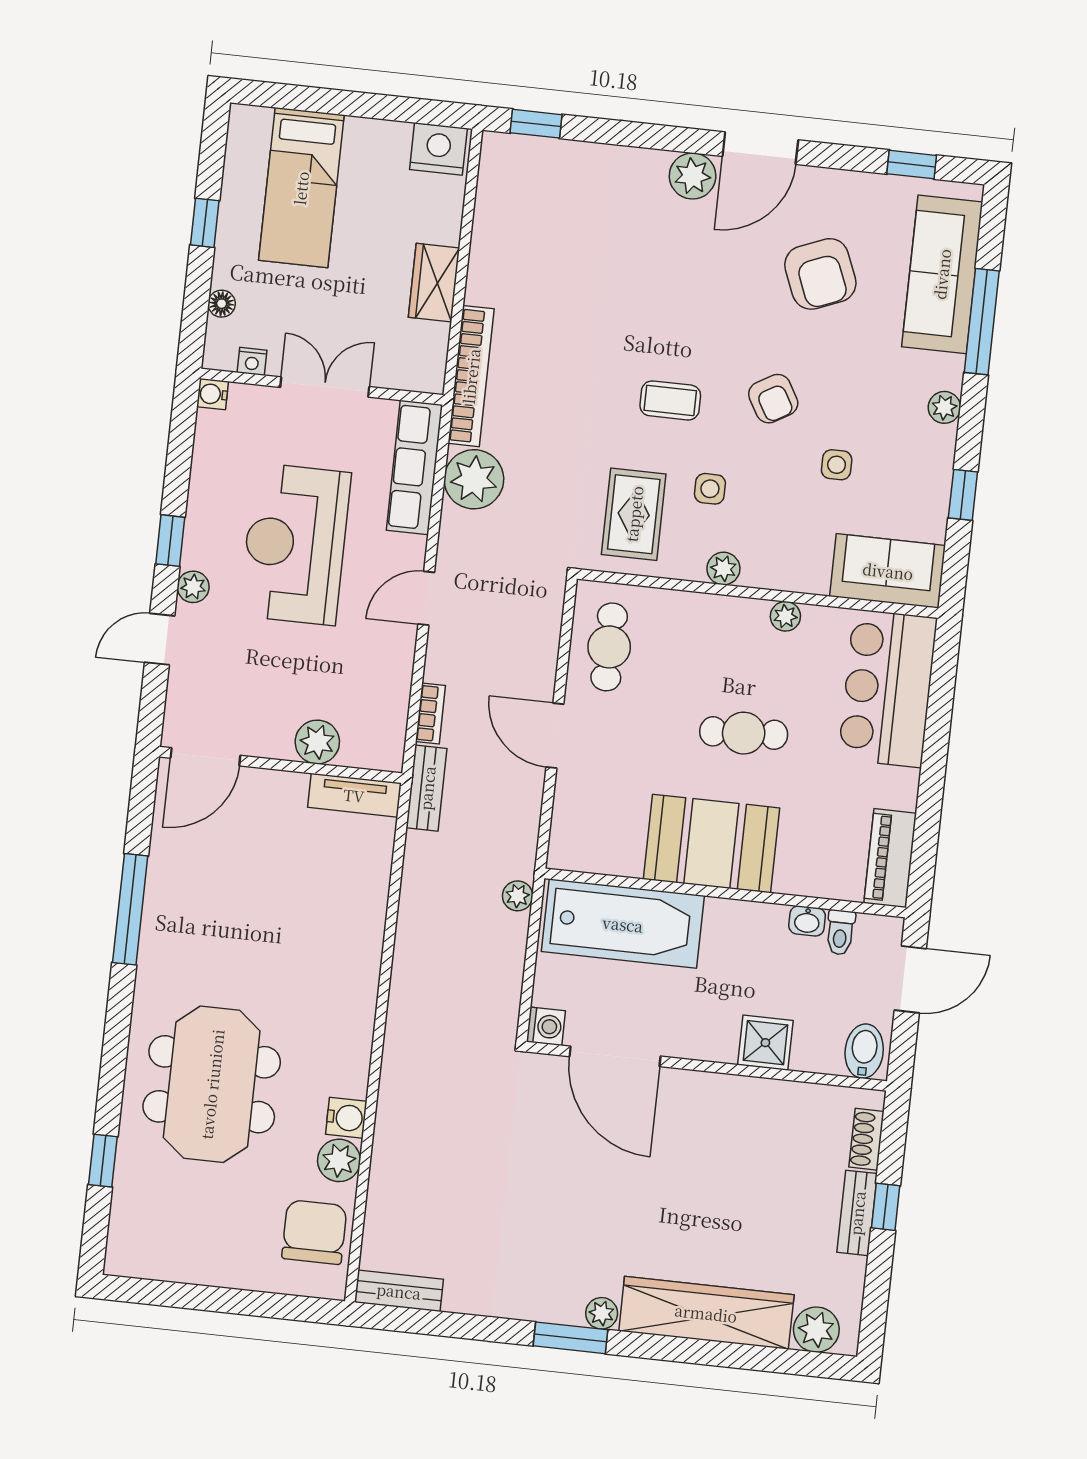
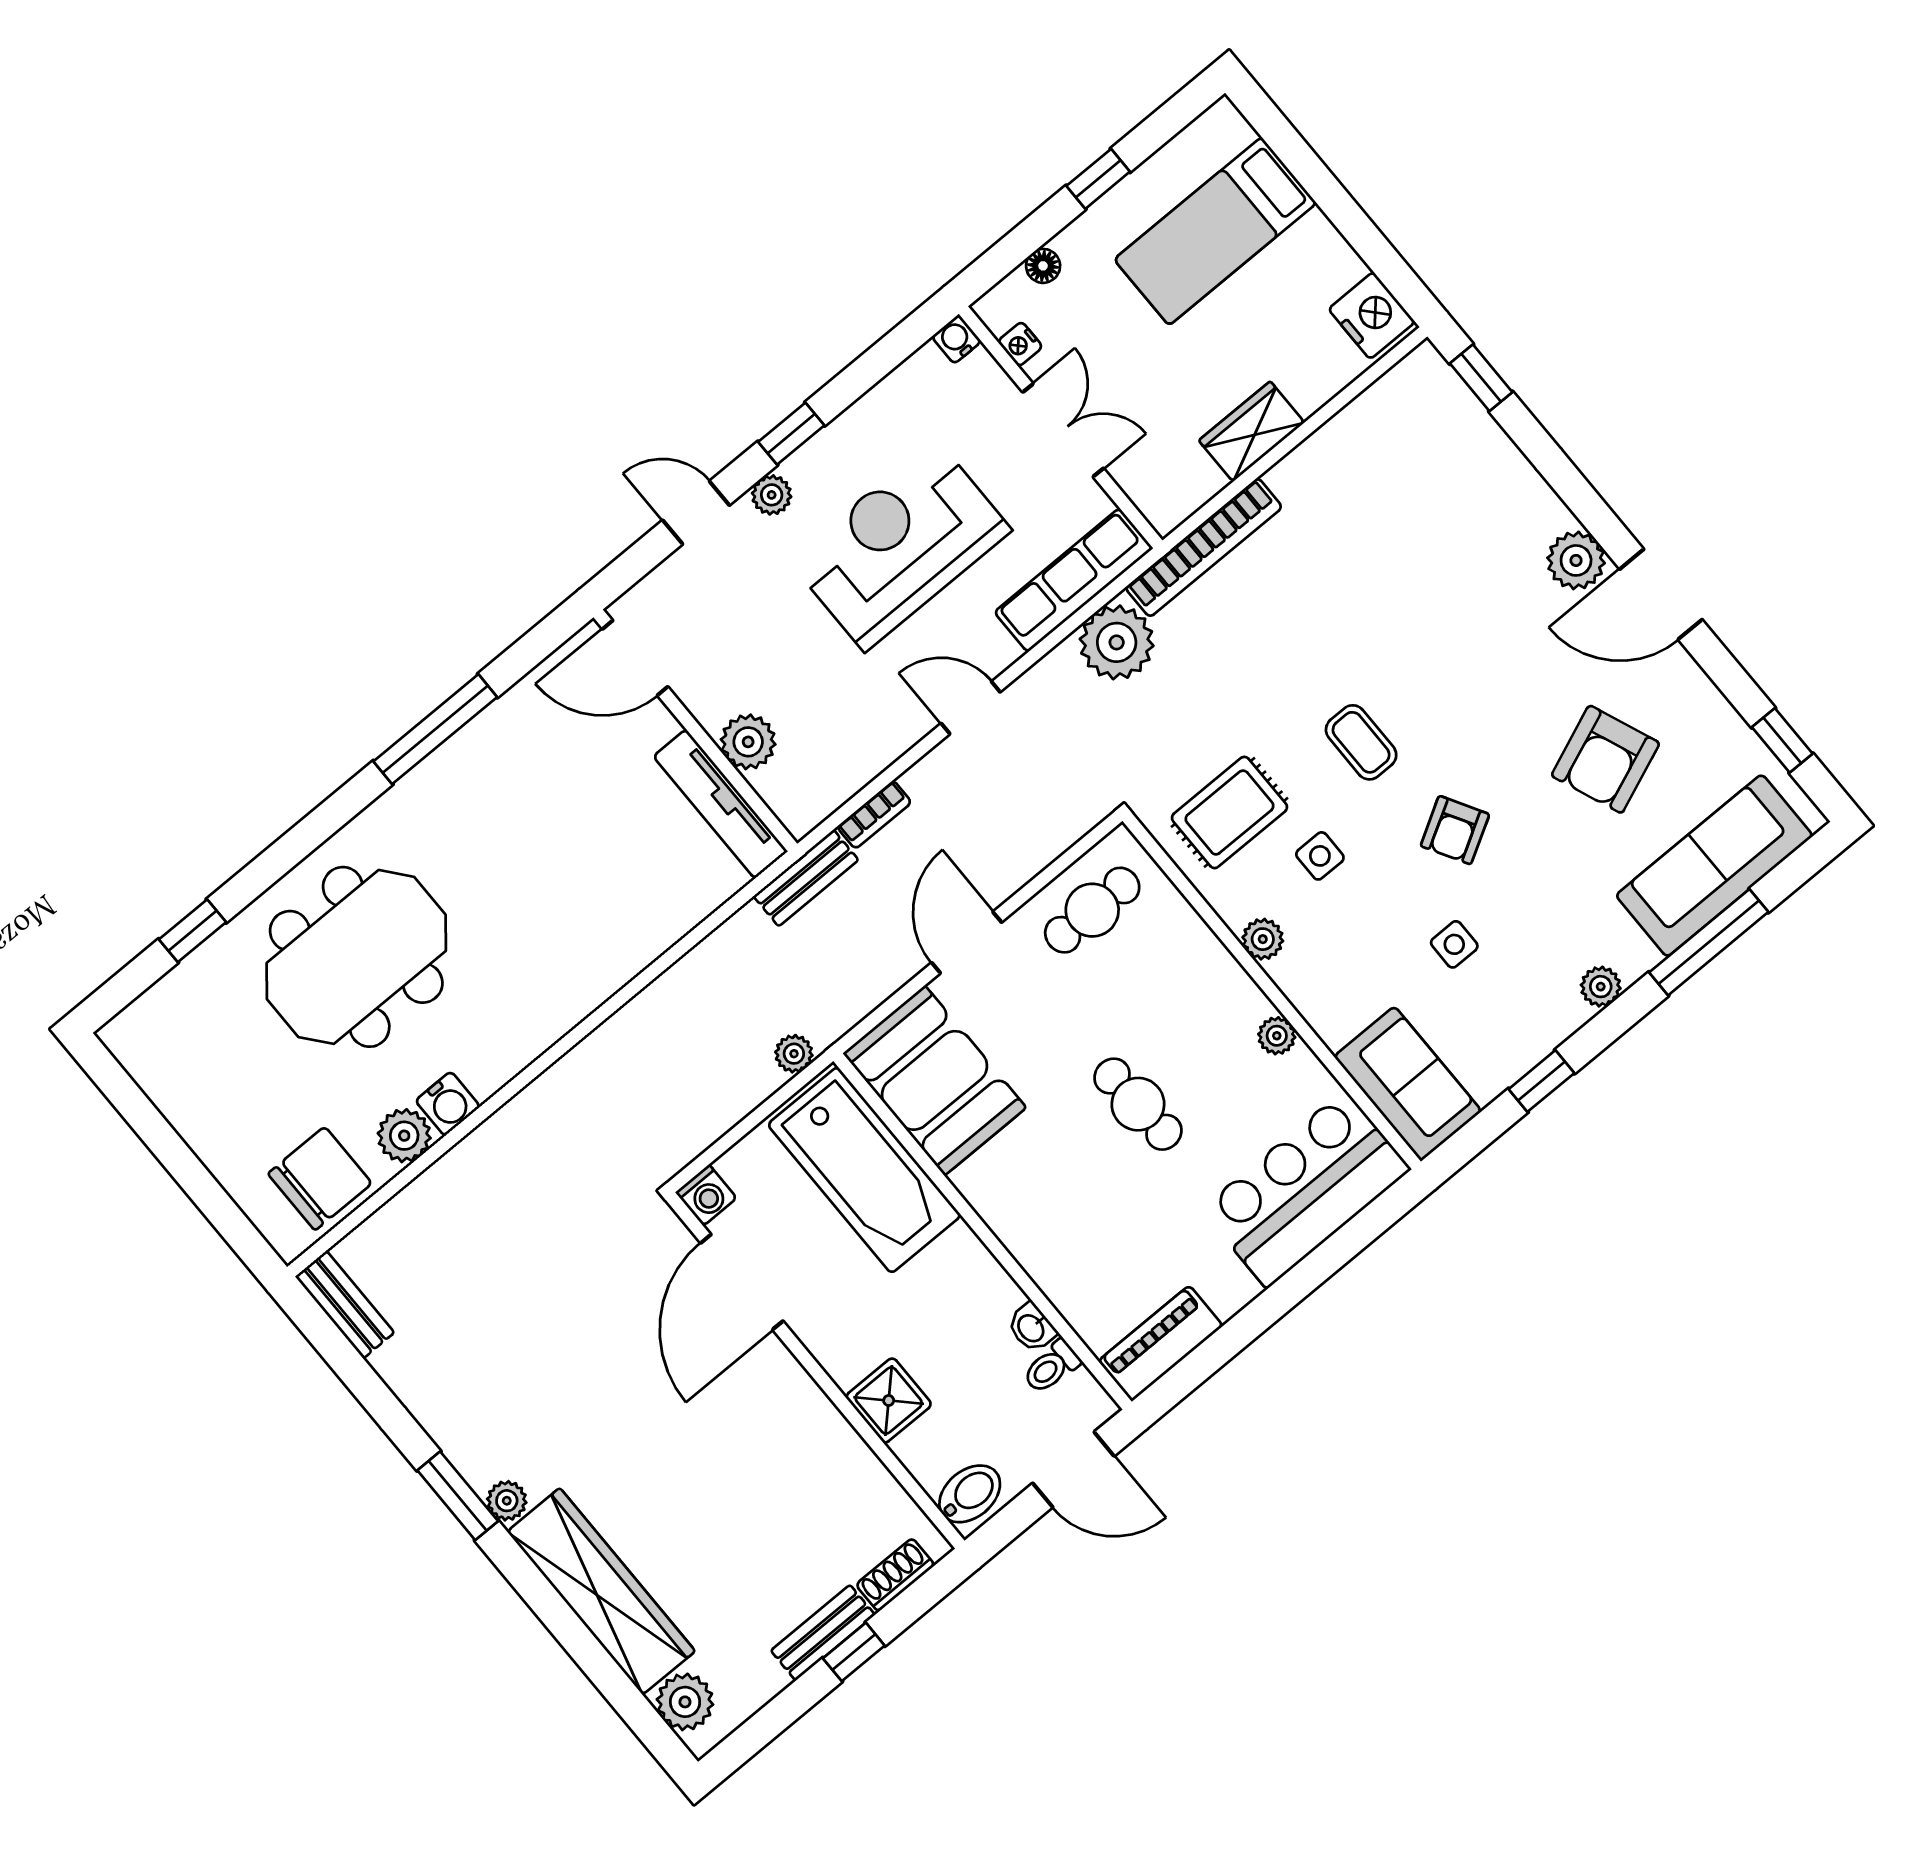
tv unit: (354, 795) -> (721, 804), width x1.41
booth: (711, 844) -> (935, 1080), moved

